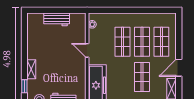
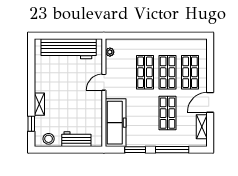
workbench: (57, 19) -> (69, 49), width x1.88, depth x1.32
door: (87, 50) -> (104, 82), hinge flipped

